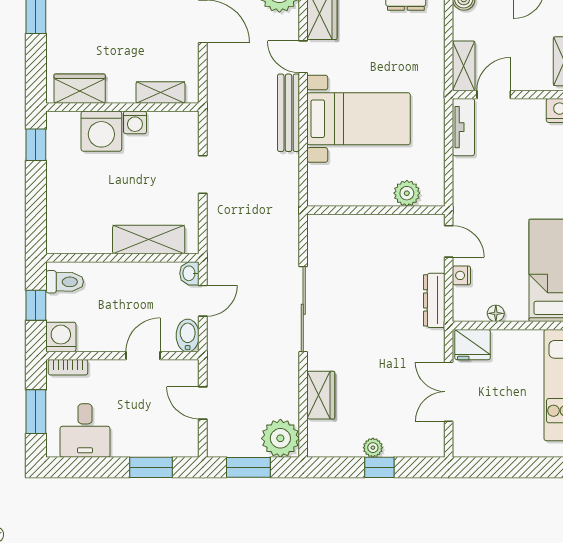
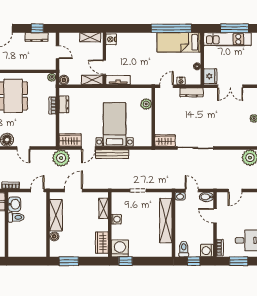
washing machine: (101, 131) -> (120, 248), moved, turned -90
shelving: (149, 240) -> (166, 221), width x1.47
wardrobe: (321, 395) -> (165, 140), moved

